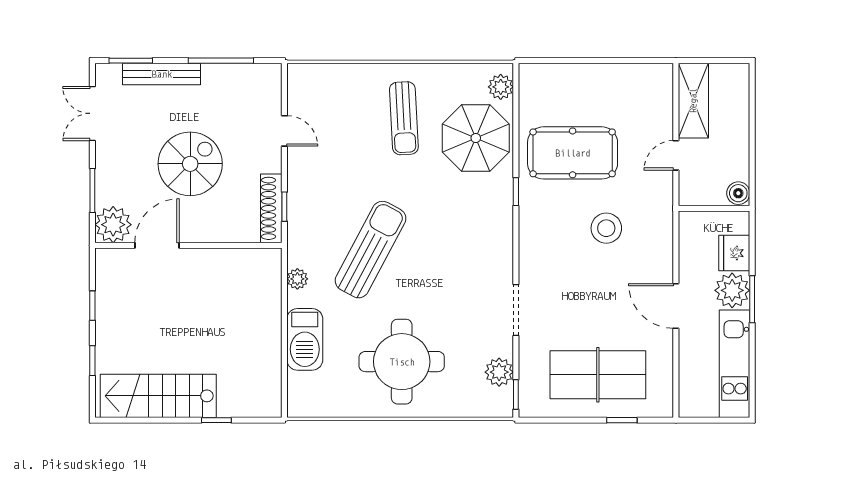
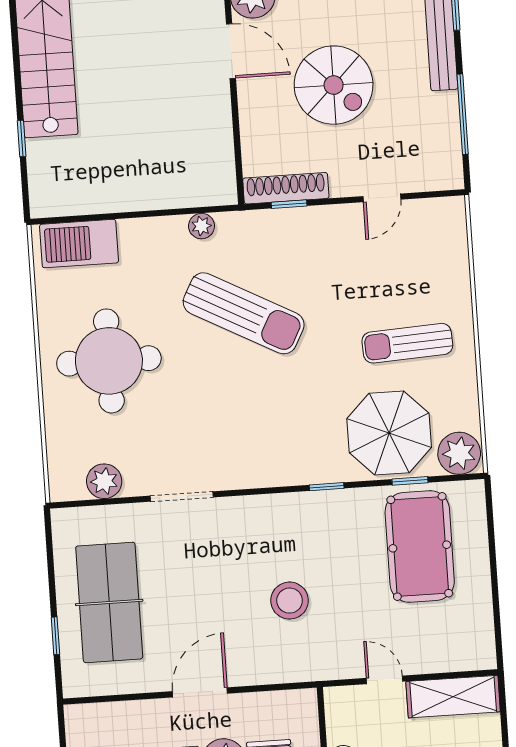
plant: (501, 87) -> (459, 453), width x1.36, depth x1.36
pool table: (573, 153) -> (420, 546), moved
barbecue: (305, 339) -> (79, 244), moved
window: (516, 394) -> (410, 481), moved

